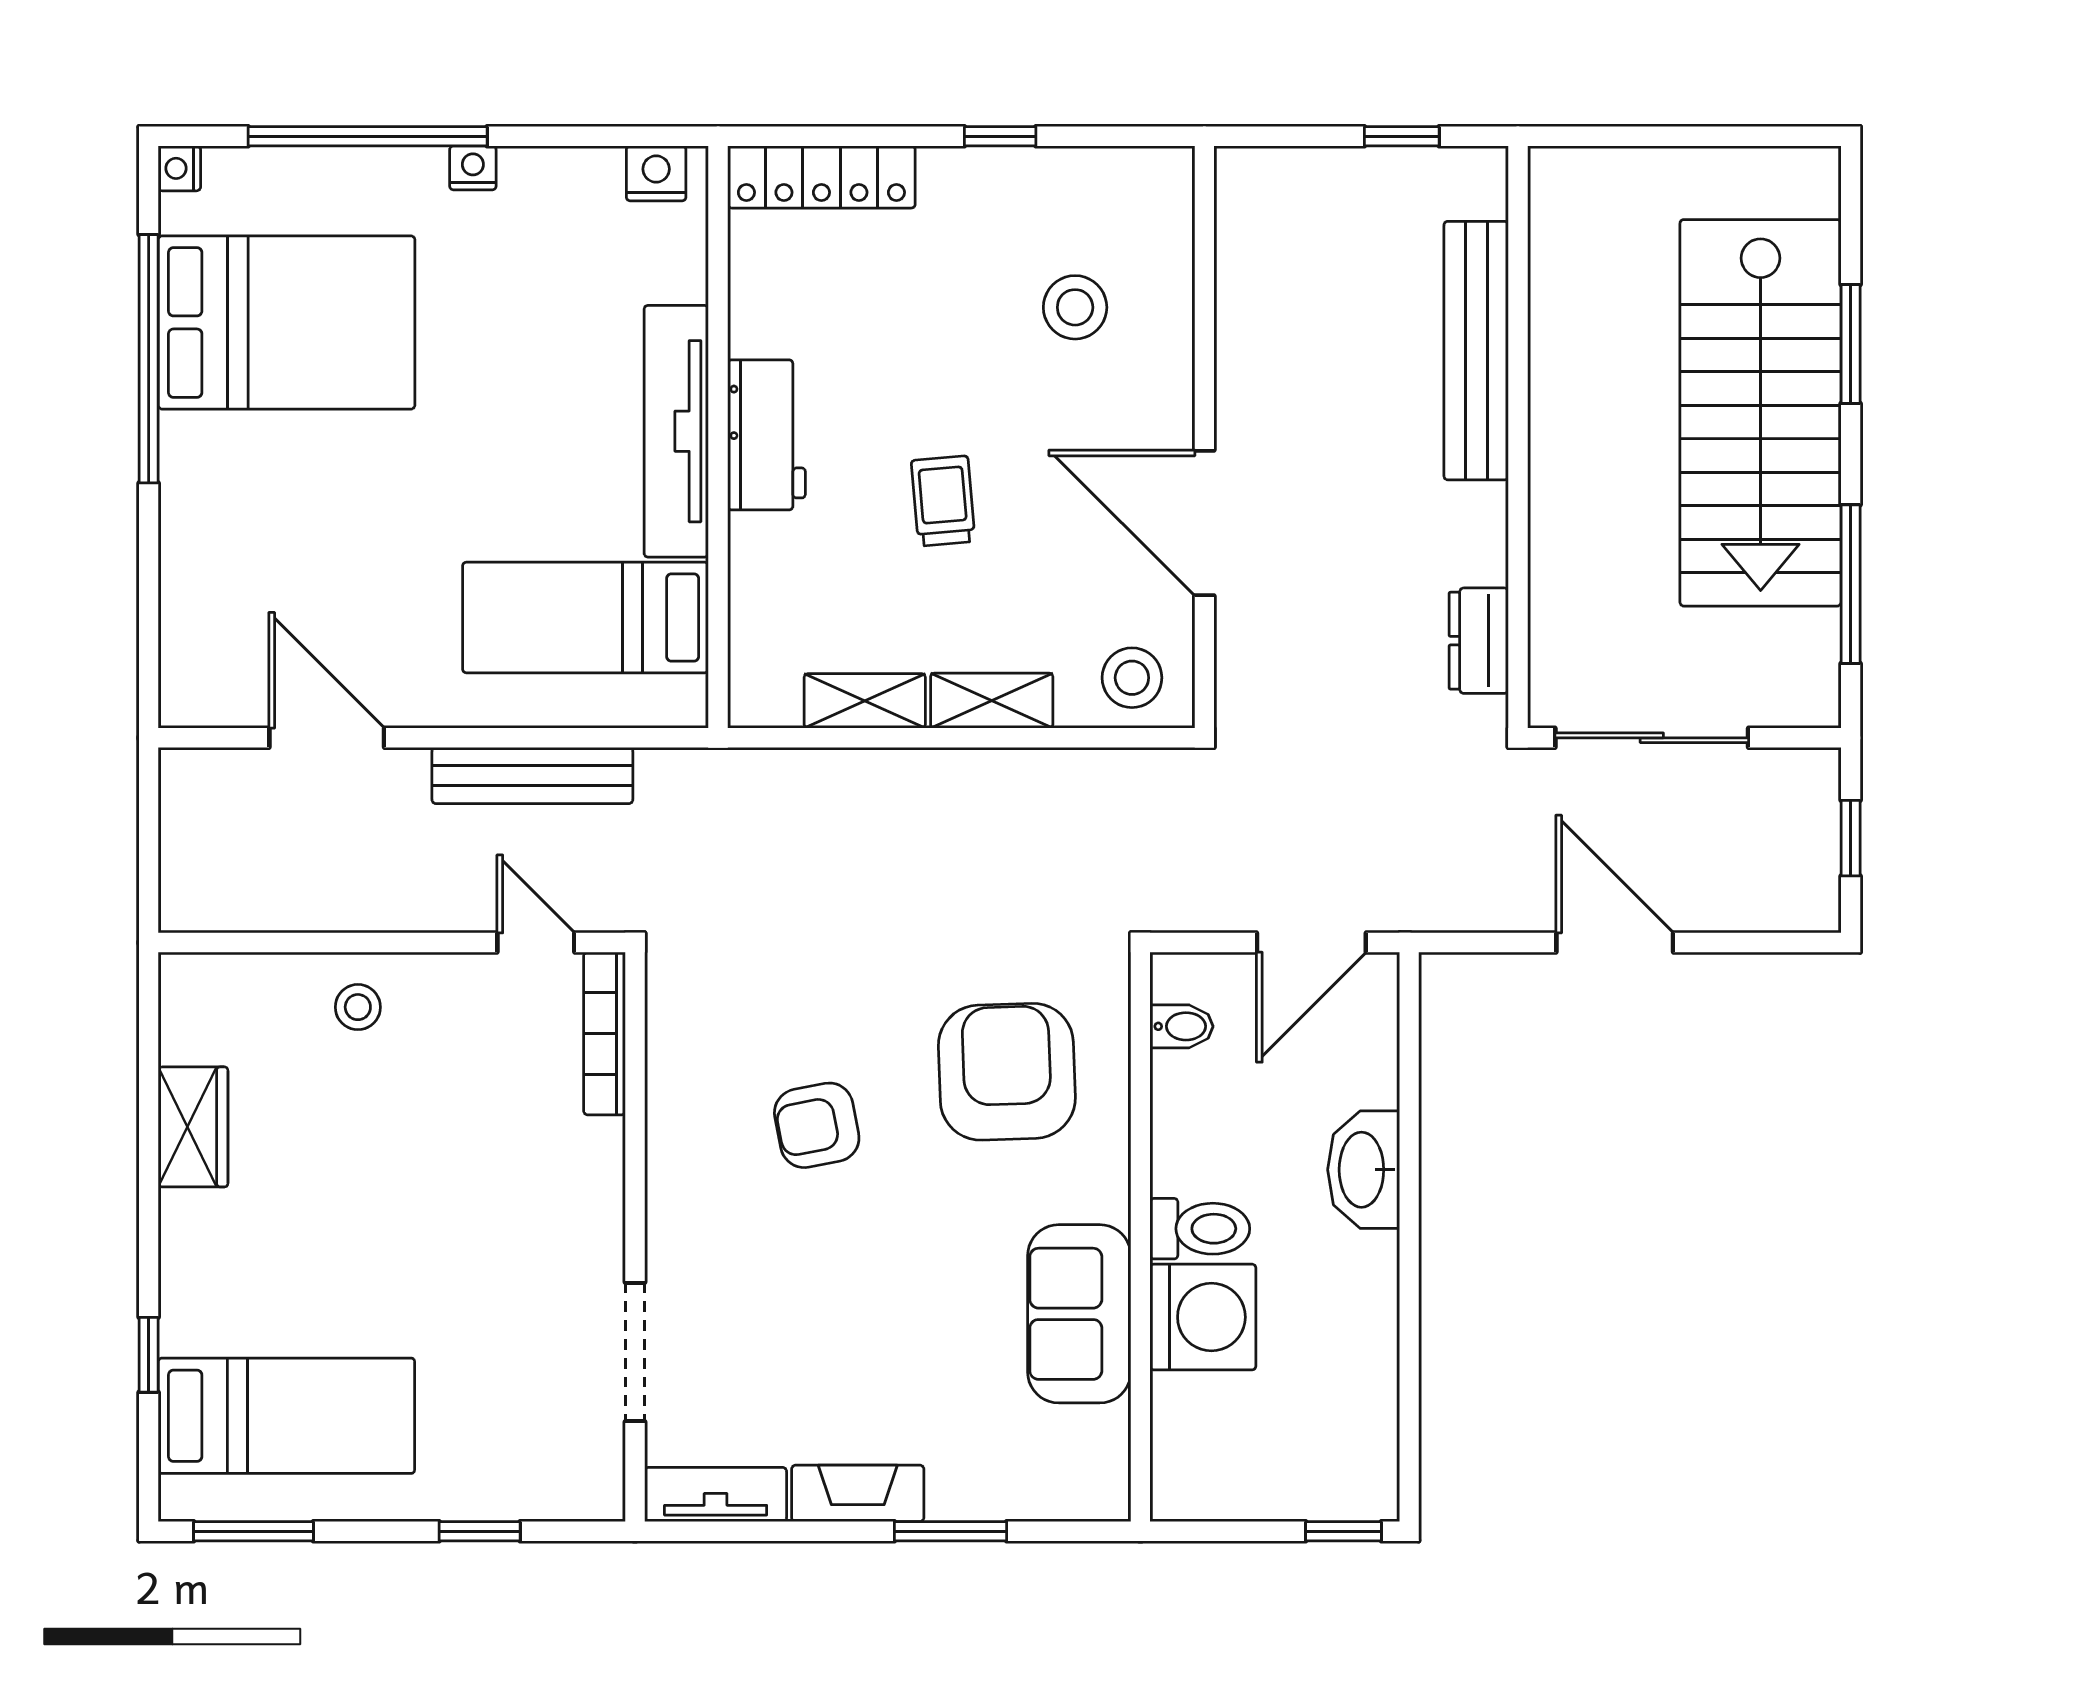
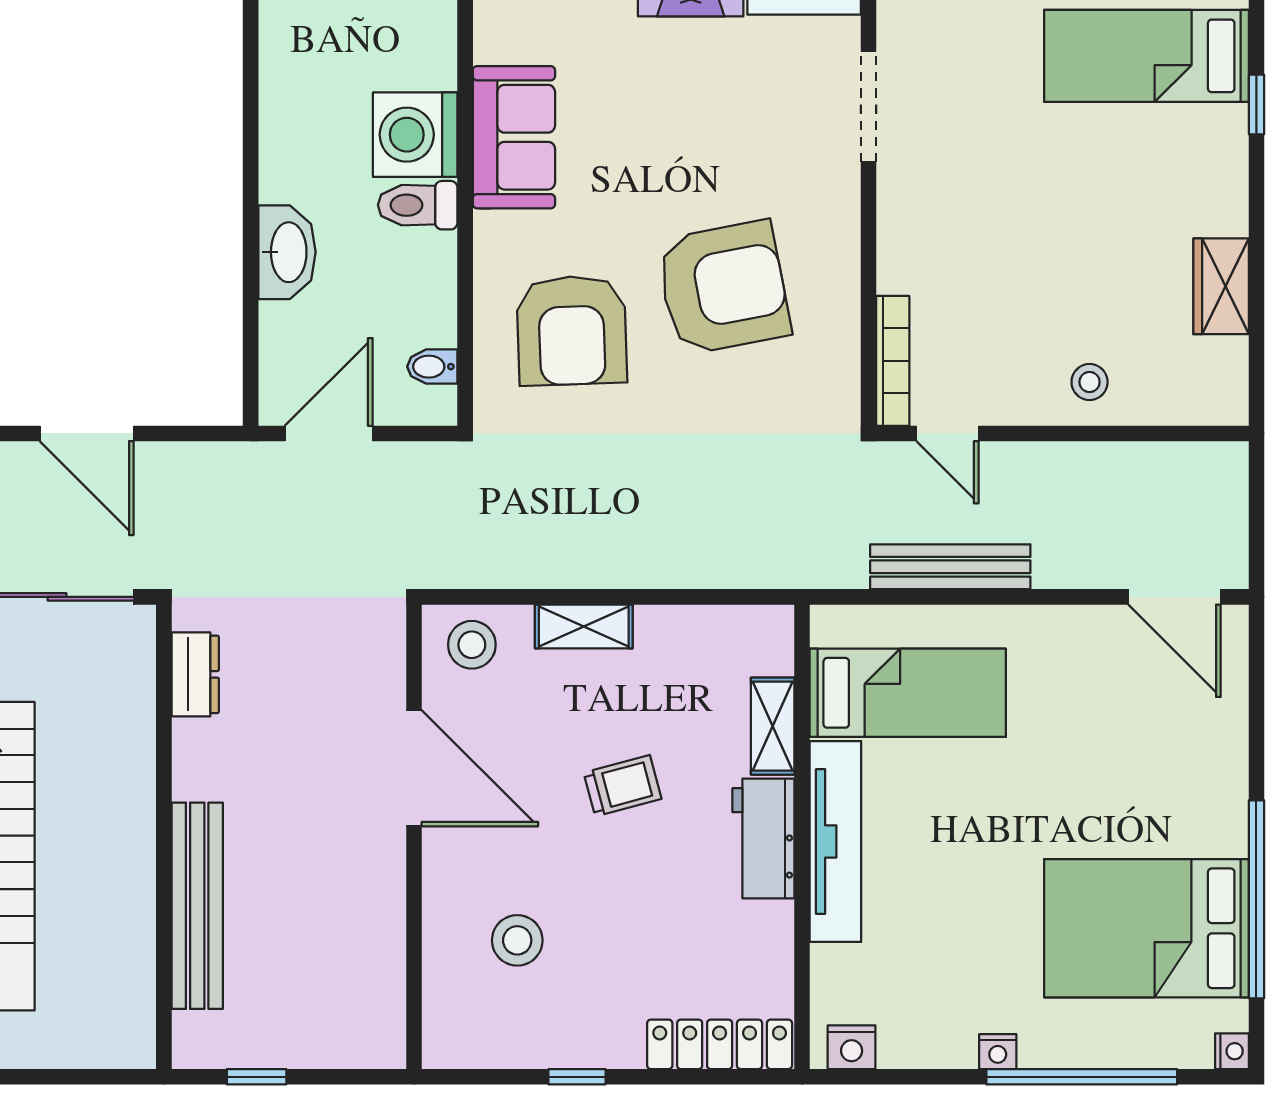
trolley: (943, 501) -> (623, 786), turned -100
shelving: (865, 701) -> (773, 726), moved, turned 90
door: (327, 738) -> (1174, 597), moved
armchair: (817, 1125) -> (723, 288), width x1.88, depth x1.88

